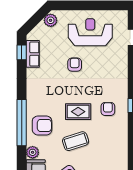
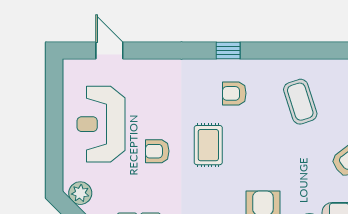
rug: (78, 112) -> (208, 145), moved
coffee table: (76, 141) -> (300, 102), moved

